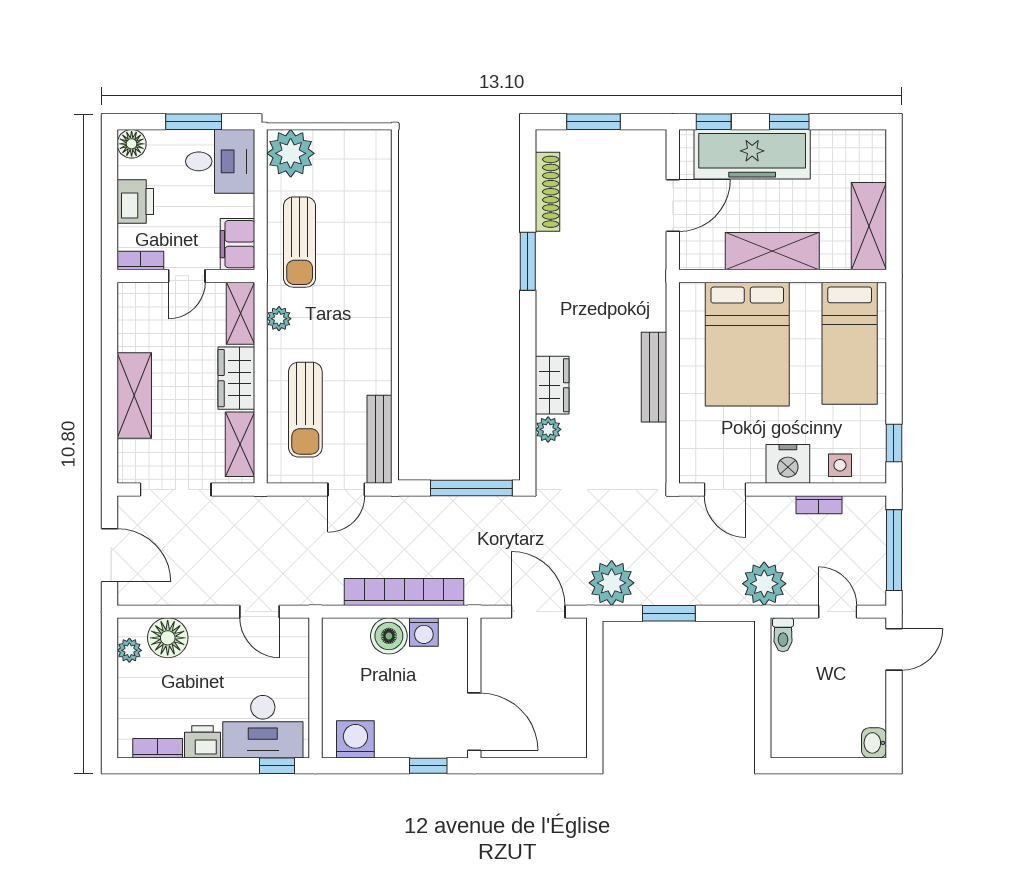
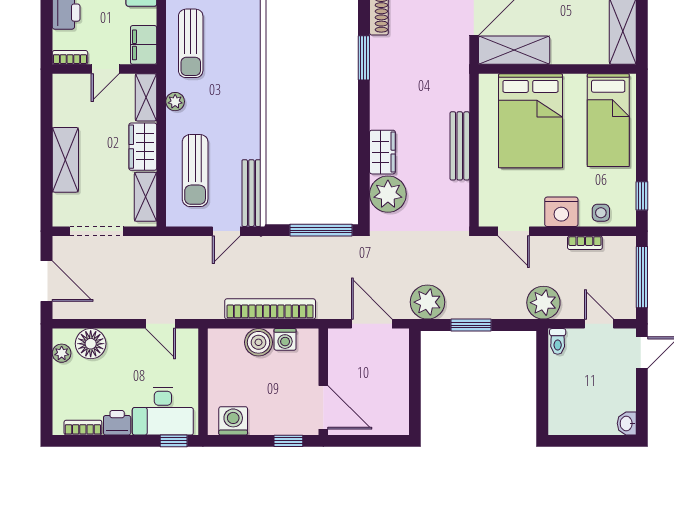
shelving: (772, 251) -> (514, 50), moved
plant: (548, 429) -> (388, 194), width x1.87, depth x1.87

